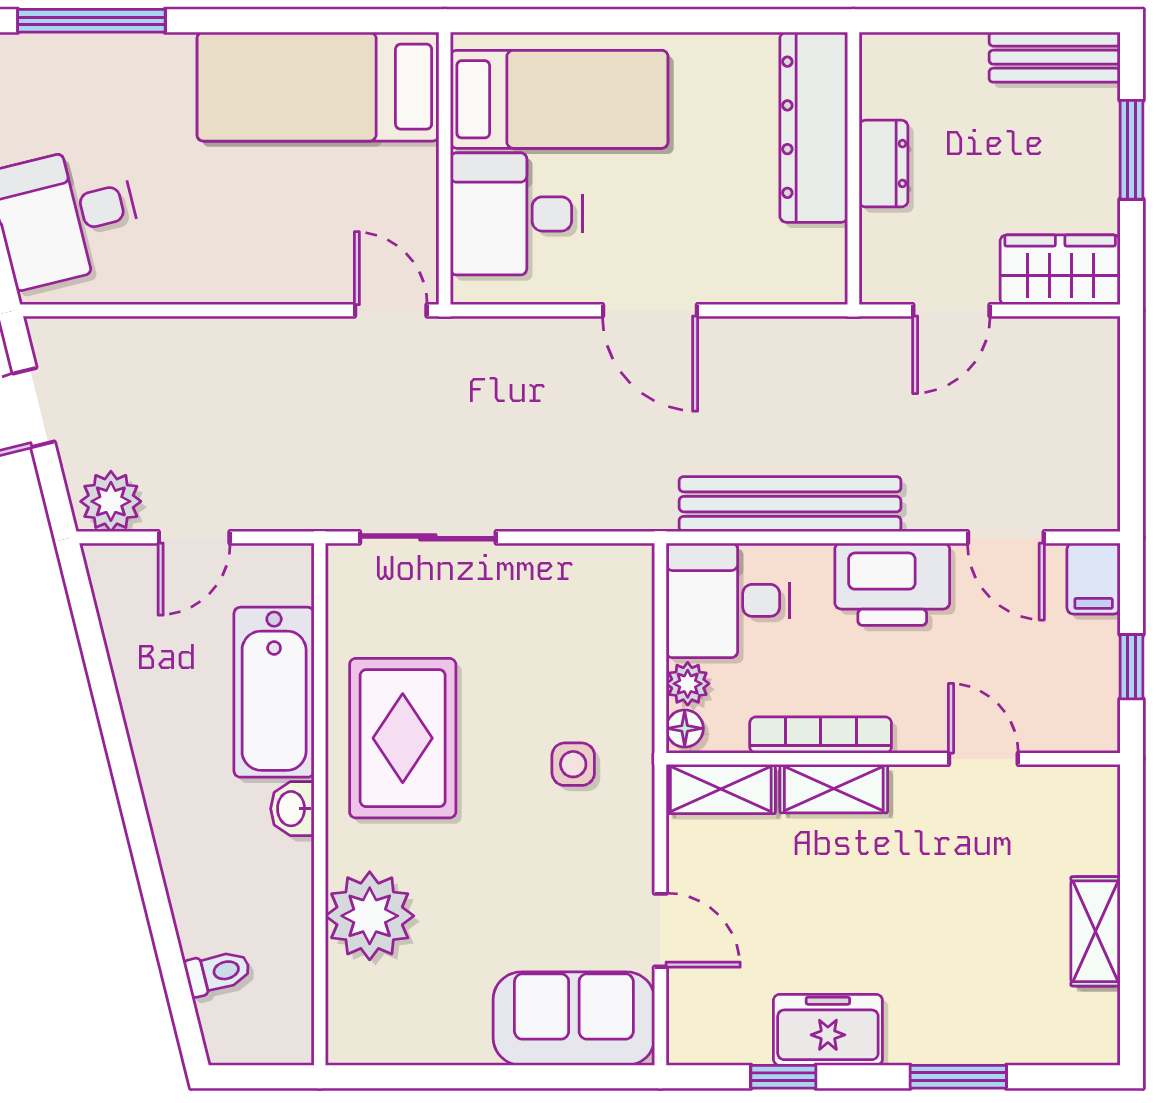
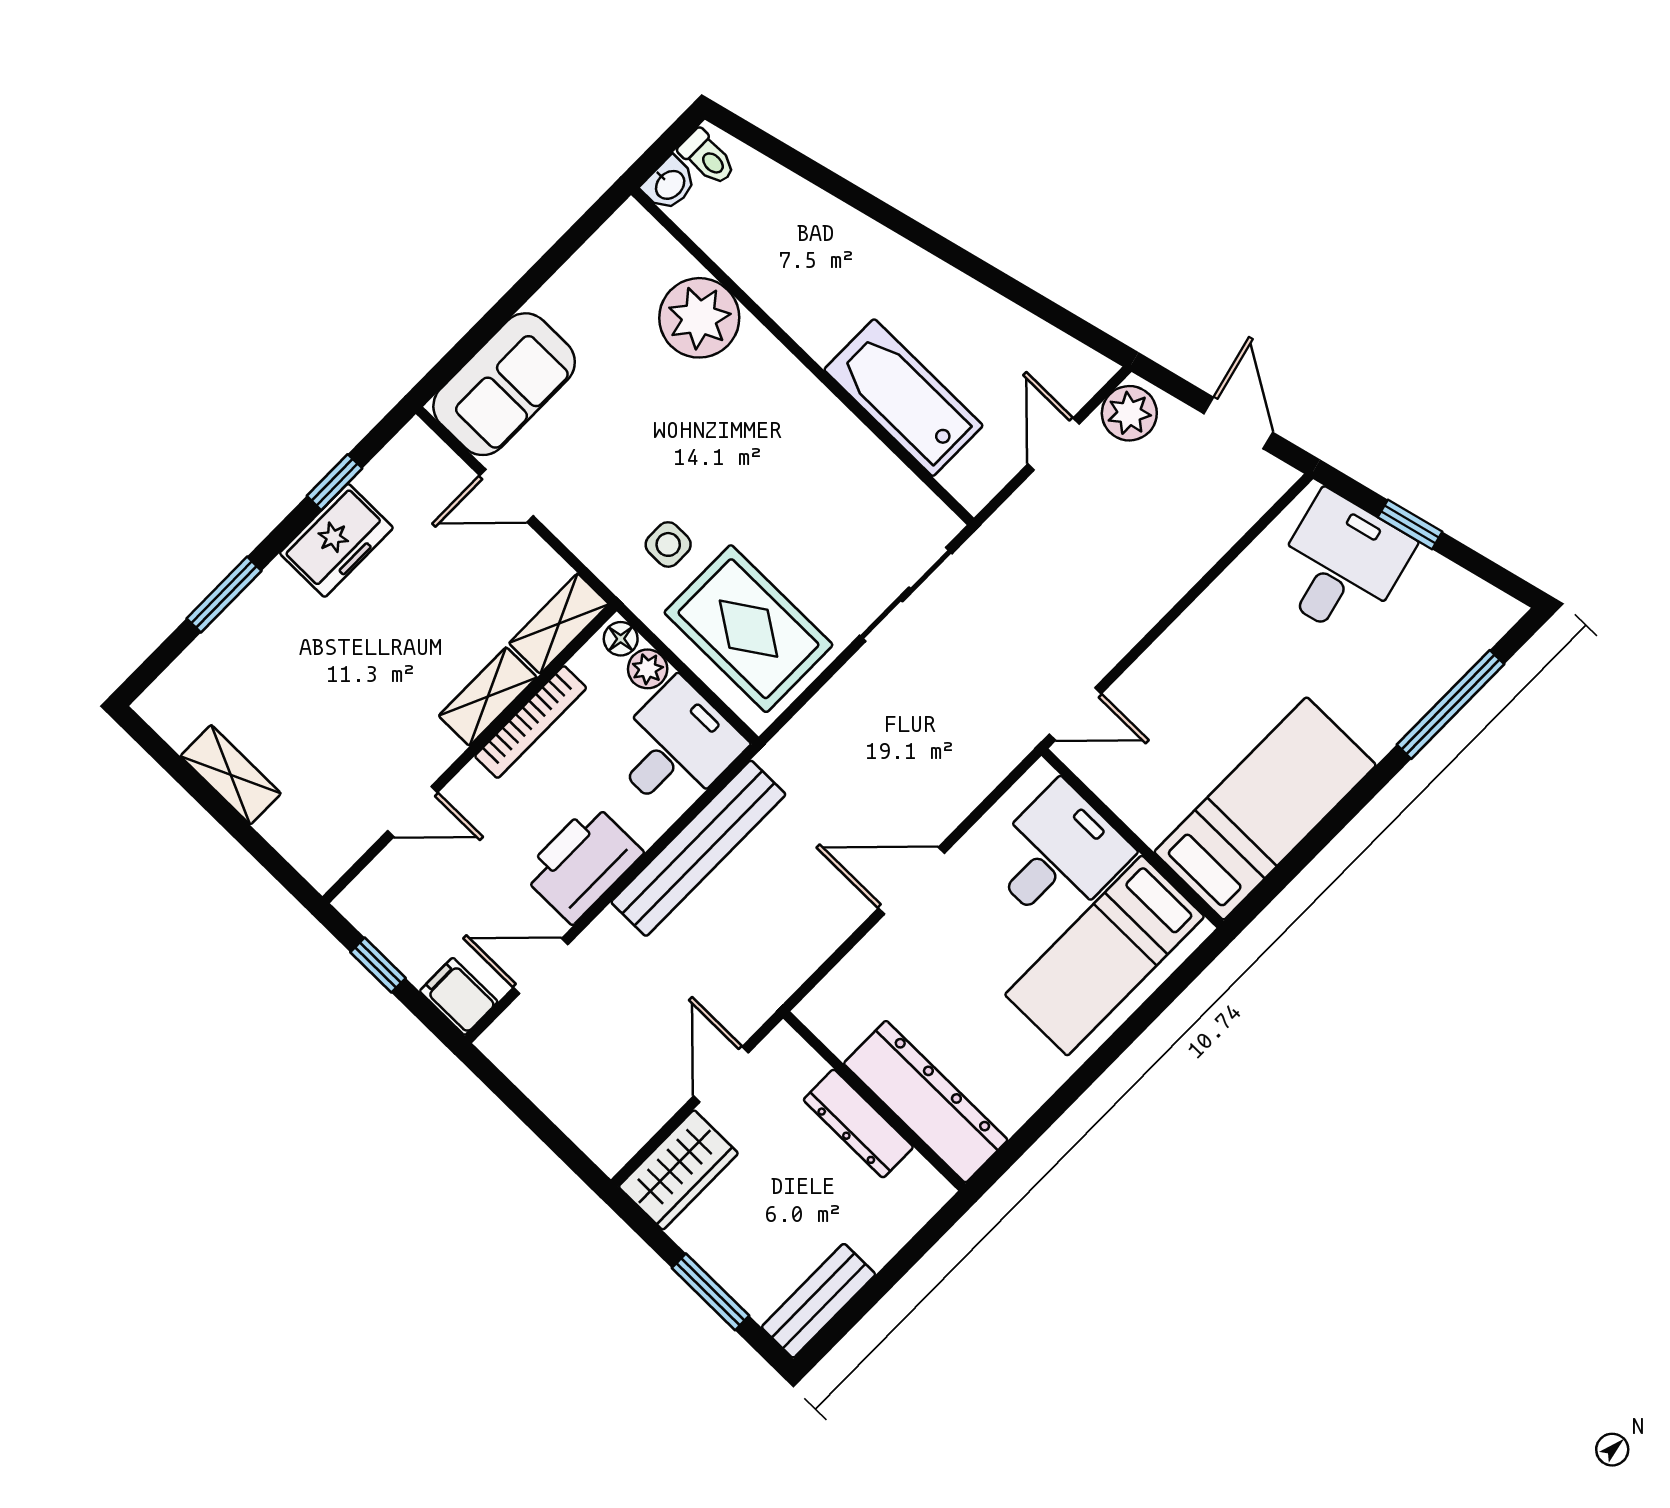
dresser: (883, 164) -> (858, 1123), width x1.44
rug: (403, 738) -> (748, 629), moved
washbasin: (292, 809) -> (669, 184), moved, turned 90
toilet: (218, 972) -> (707, 157), moved, turned -76

